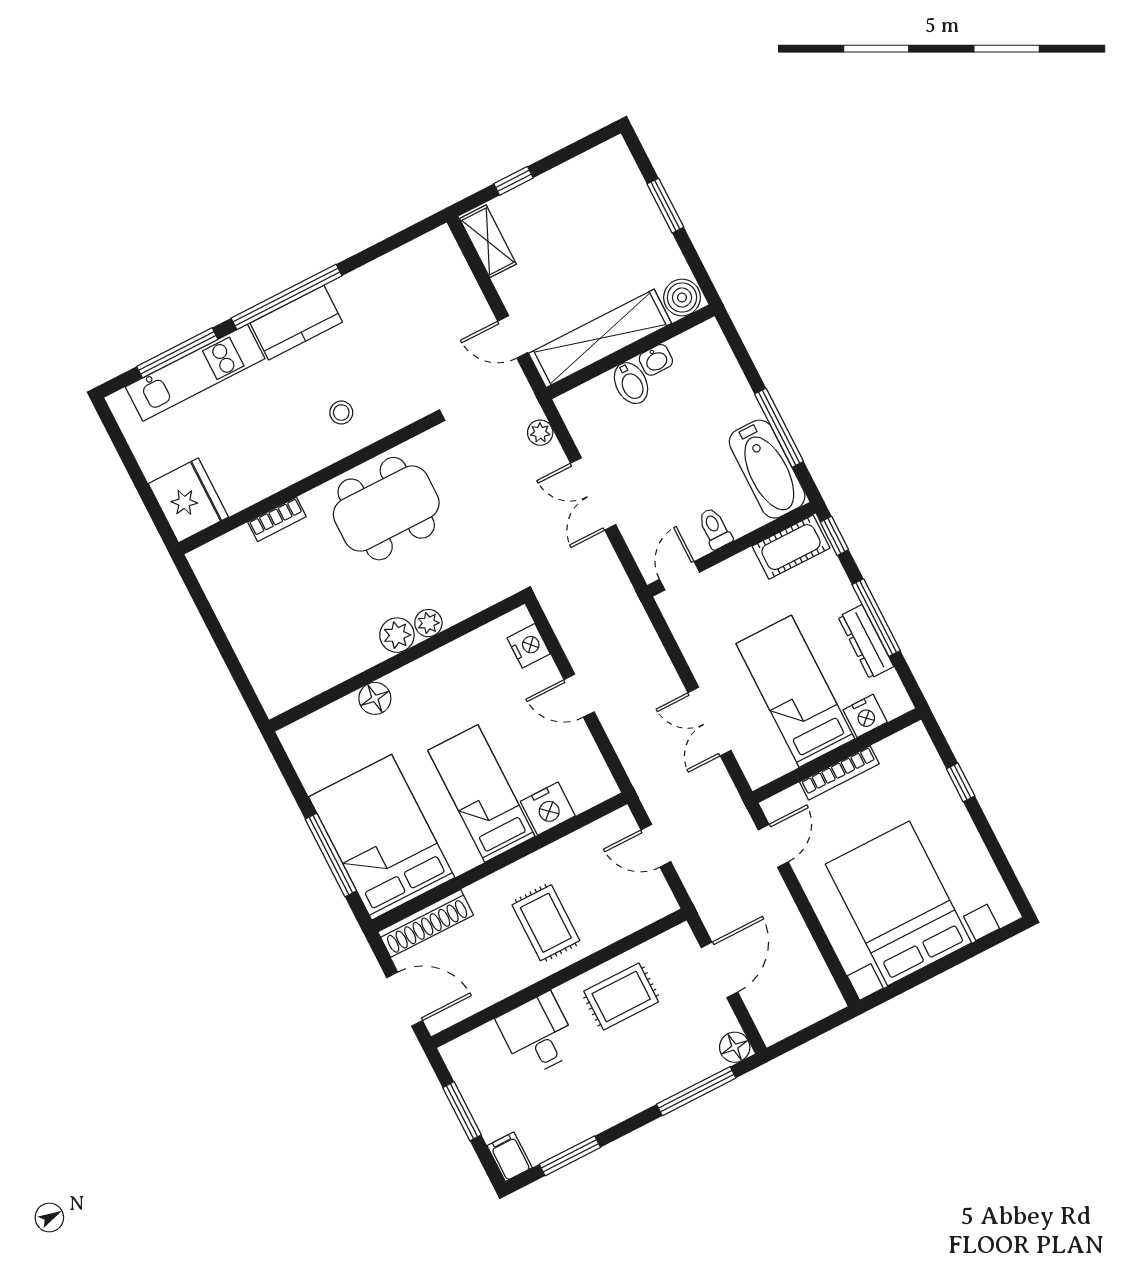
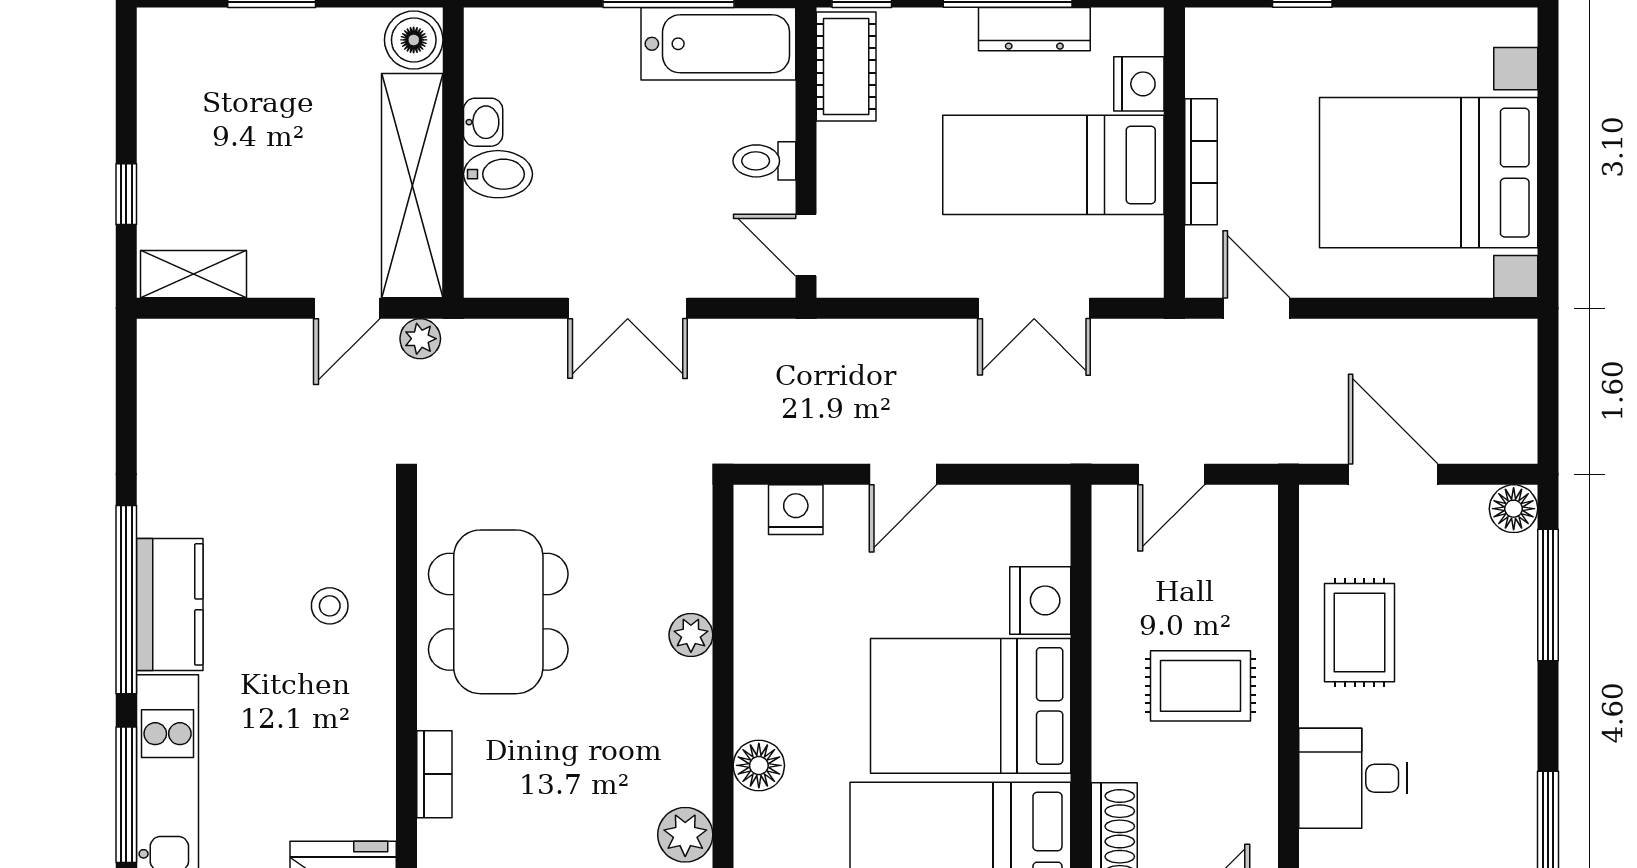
plant: (540, 433) -> (420, 339), moved
plant: (397, 635) -> (685, 835), moved
bed: (481, 793) -> (971, 706), width x1.50

